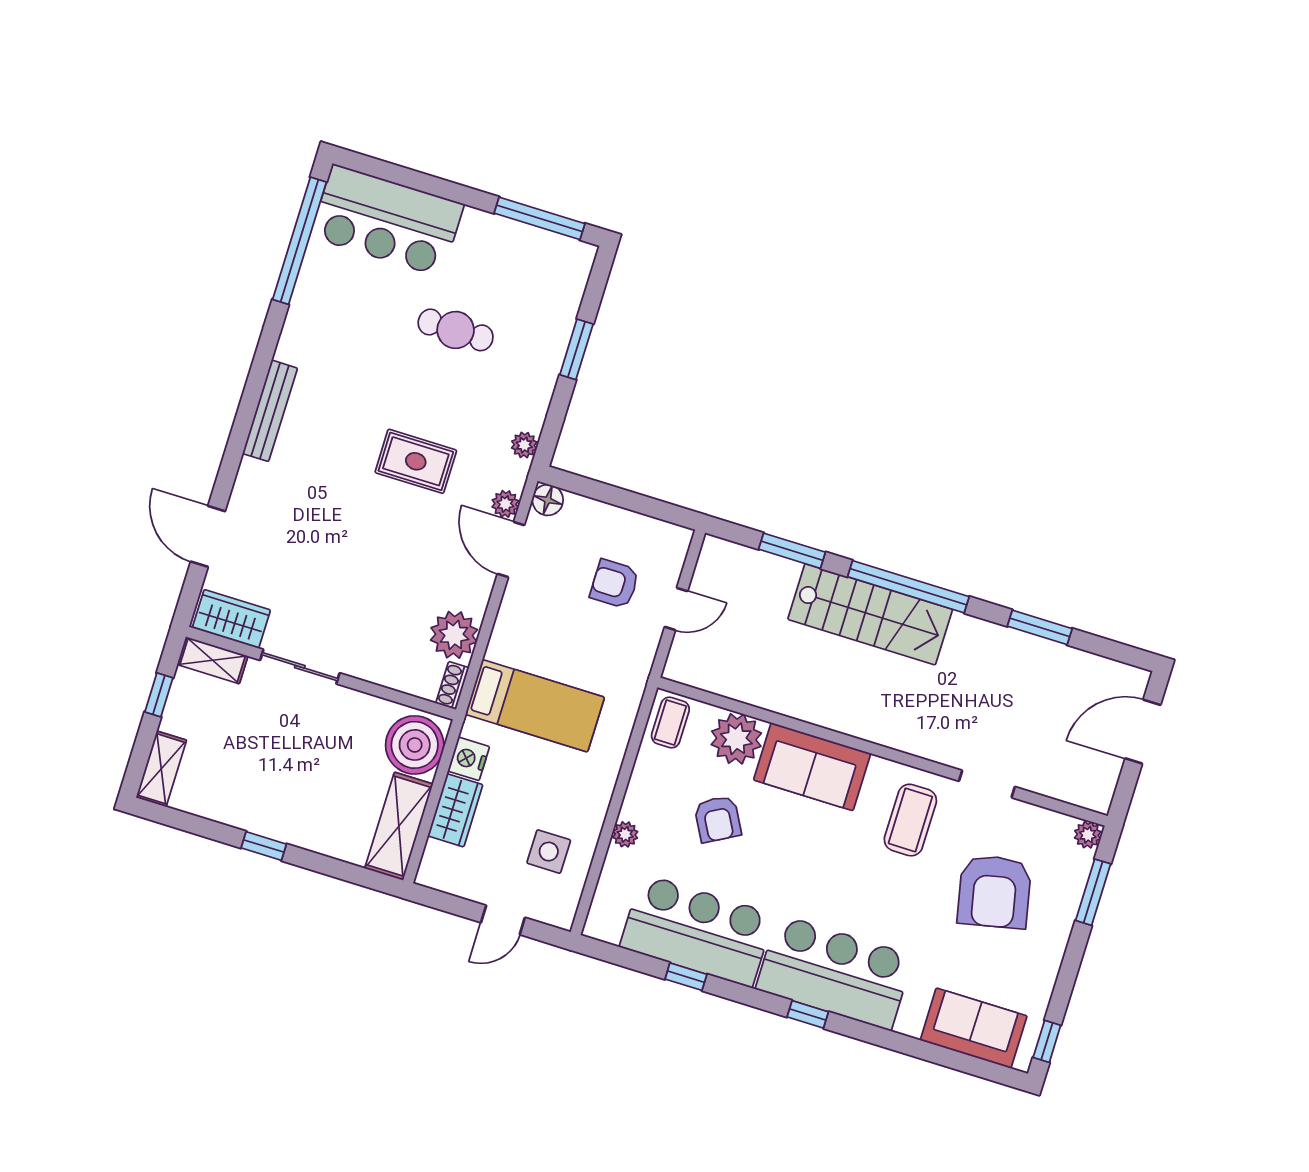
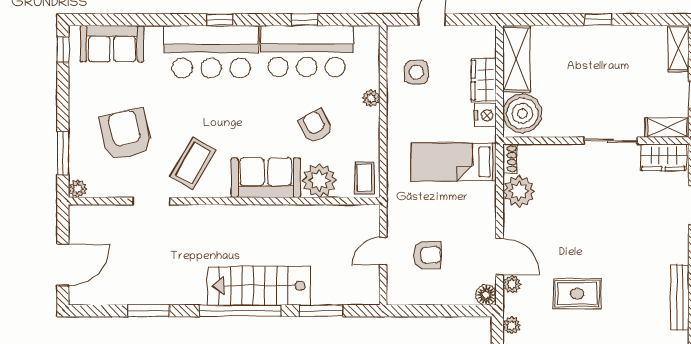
coffee table: (910, 820) -> (193, 163), turned 30

